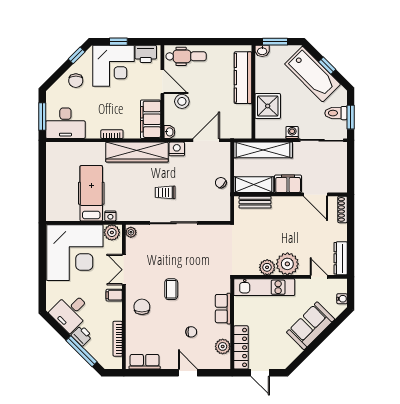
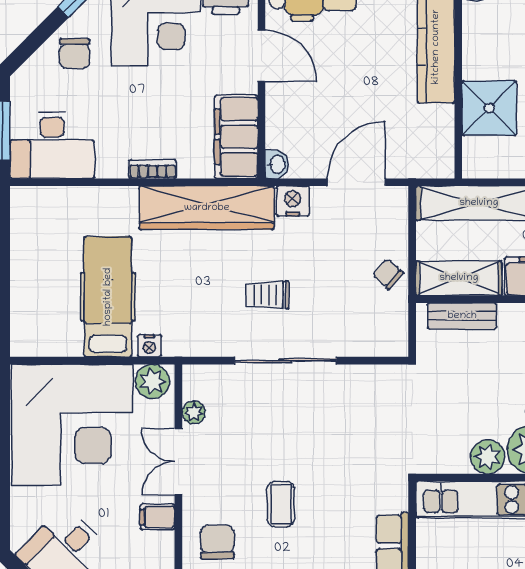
stool: (182, 101) -> (304, 98), removed
plant: (131, 232) -> (194, 412), moved

